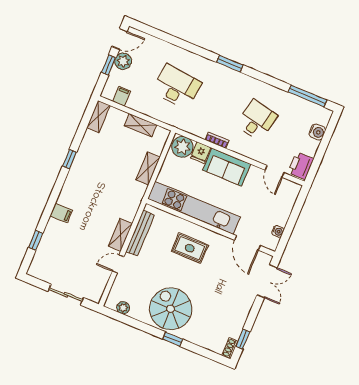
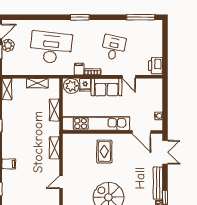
desk: (177, 87) -> (51, 48), width x1.36, depth x1.30
filing cabinet: (122, 96) -> (79, 69), moved
water cooler: (317, 132) -> (157, 39), removed
door: (275, 171) -> (129, 77), moved
bench: (140, 233) -> (158, 183), moved
shelving: (120, 235) -> (54, 148), moved
rug: (190, 248) -> (104, 152), turned 90

